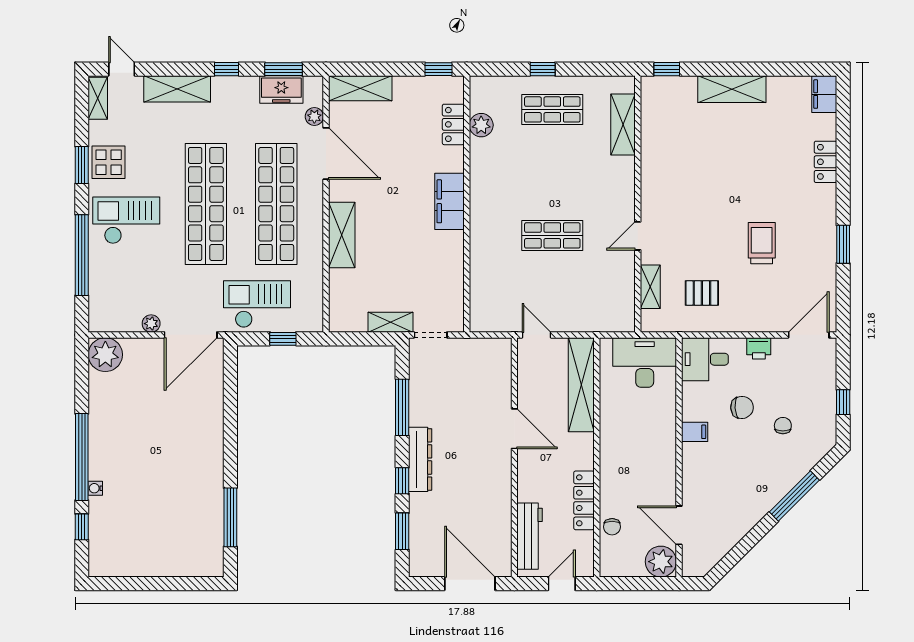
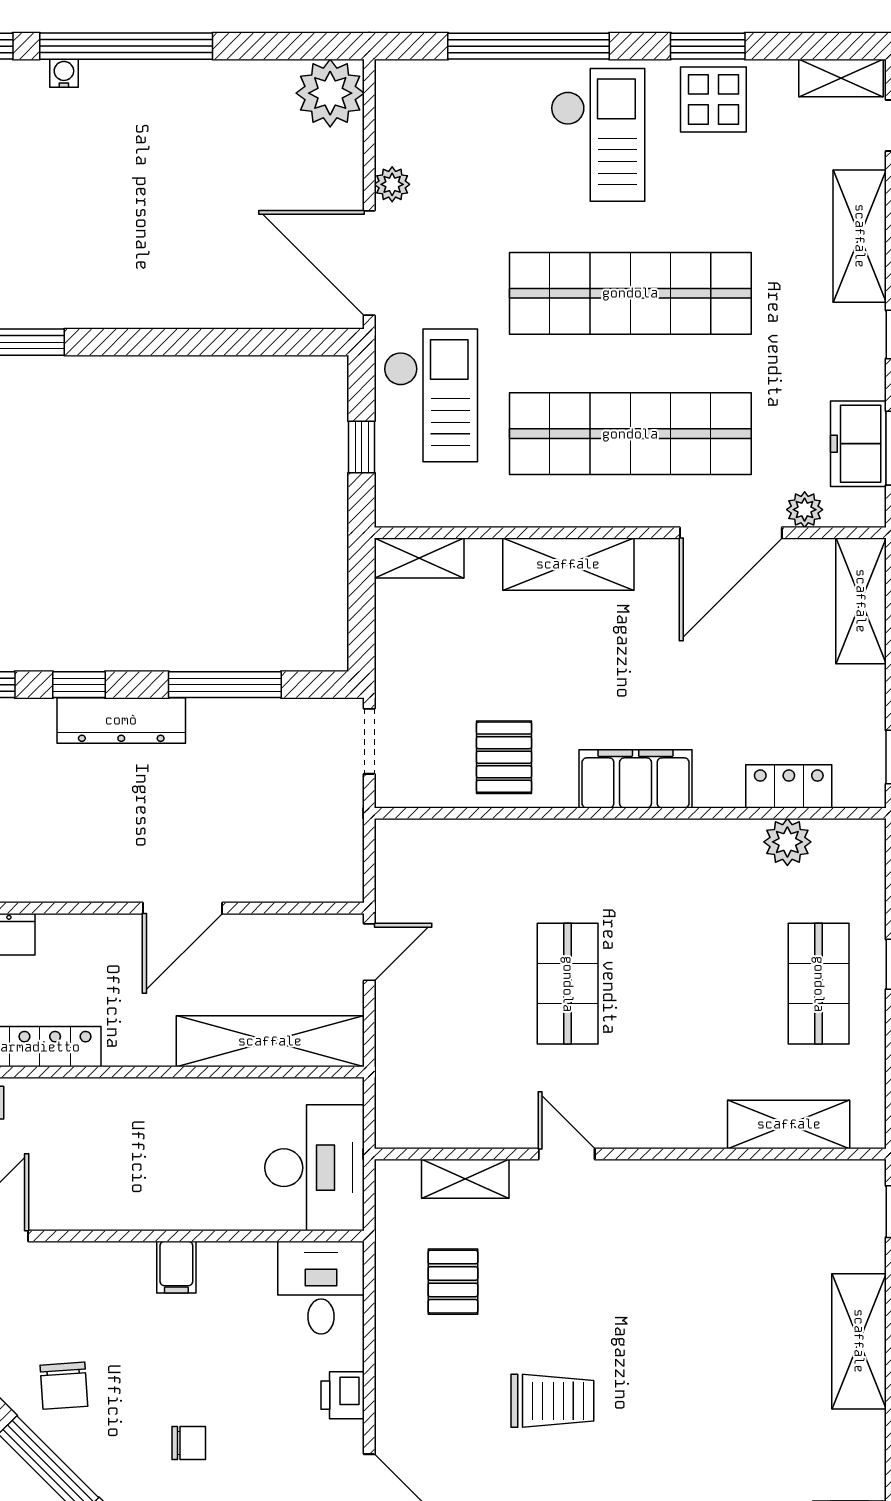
pallet: (439, 267) -> (504, 757), added
shelving: (391, 322) -> (419, 558), moved, turned 90
chair: (742, 407) -> (64, 1386), moved

